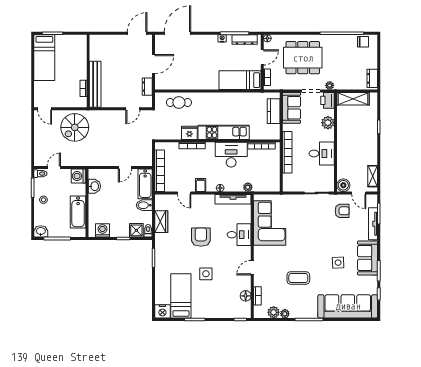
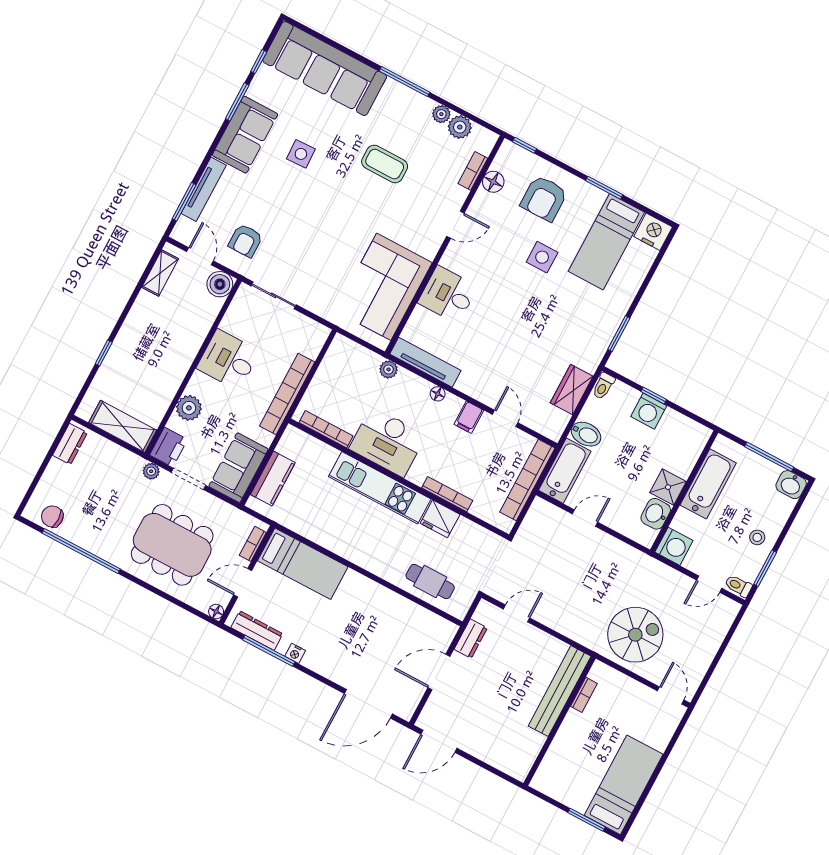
armchair: (342, 211) -> (246, 241), turned -90
washing machine: (102, 230) -> (649, 411), moved
shower: (136, 230) -> (668, 487), moved
armchair: (201, 237) -> (544, 198), moved

